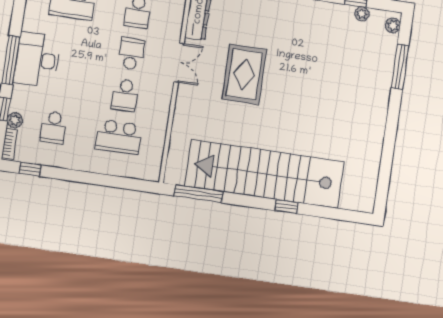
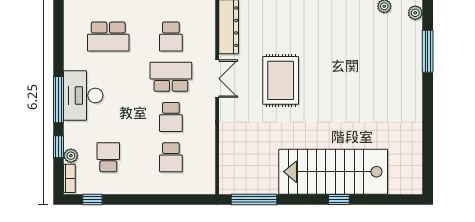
school desk: (131, 54) -> (171, 77), width x1.85
school desk: (54, 128) -> (108, 157), turned 180
school desk: (119, 137) -> (171, 157), width x0.54
stairs: (264, 174) -> (333, 172), width x0.73

